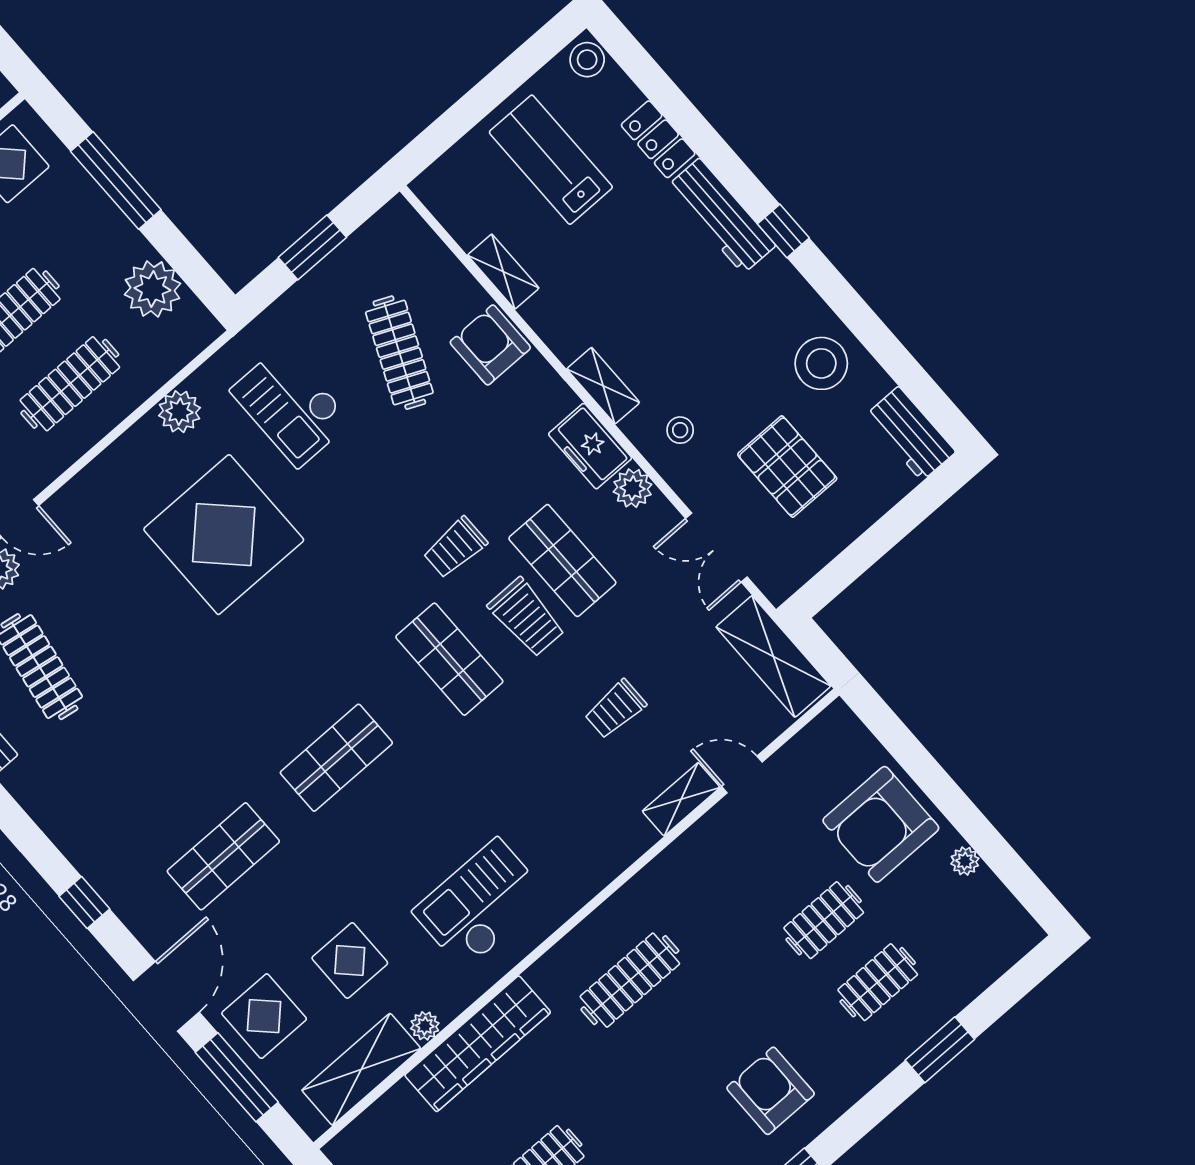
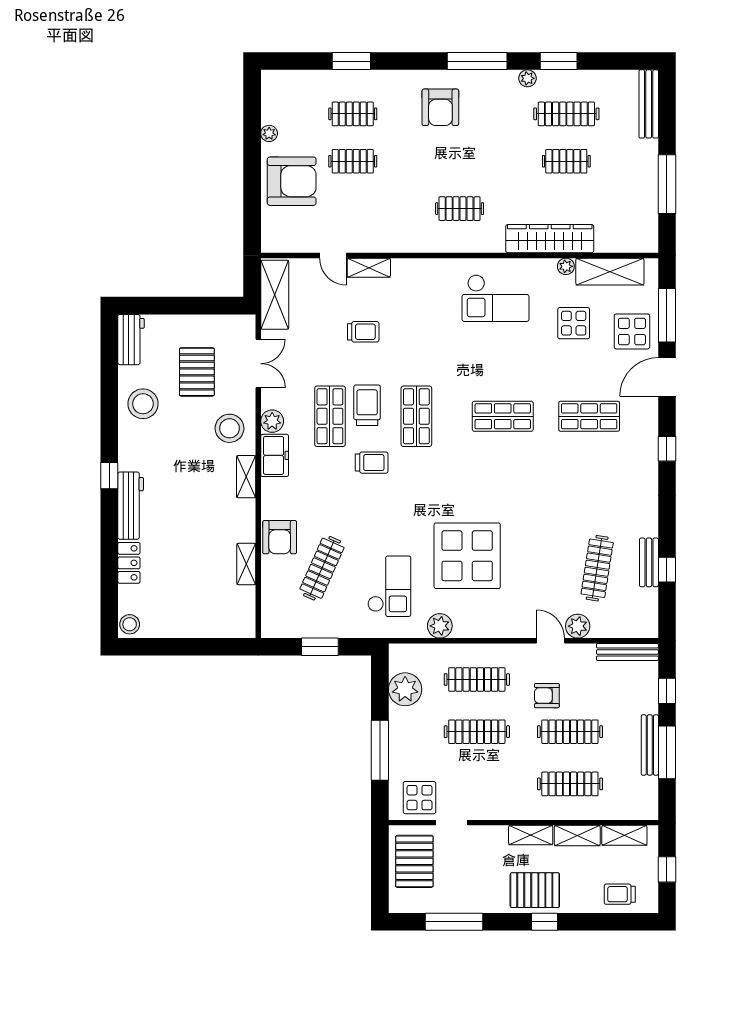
lab bench: (551, 160) -> (183, 595), removed
stool: (680, 430) -> (230, 428), width x1.89, depth x1.89
clothes rail: (630, 980) -> (460, 209), width x0.73

